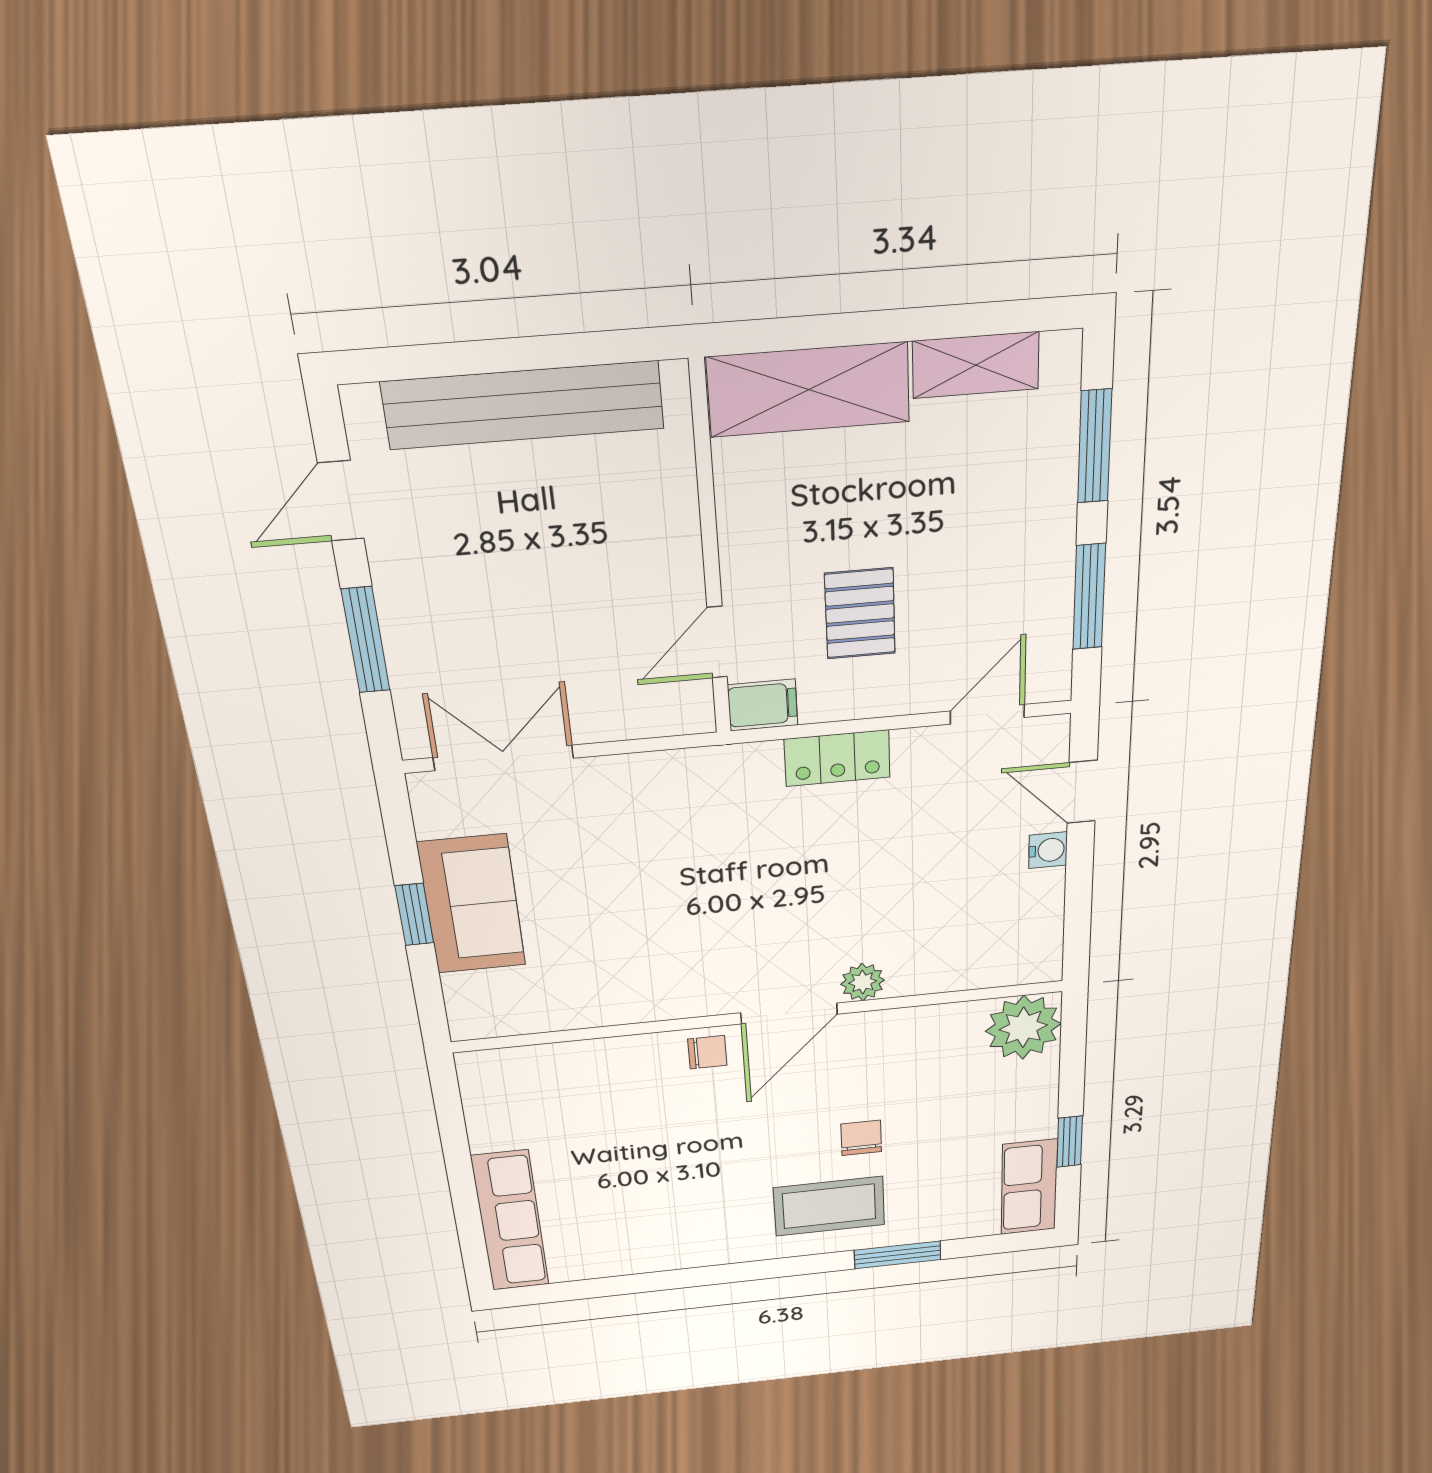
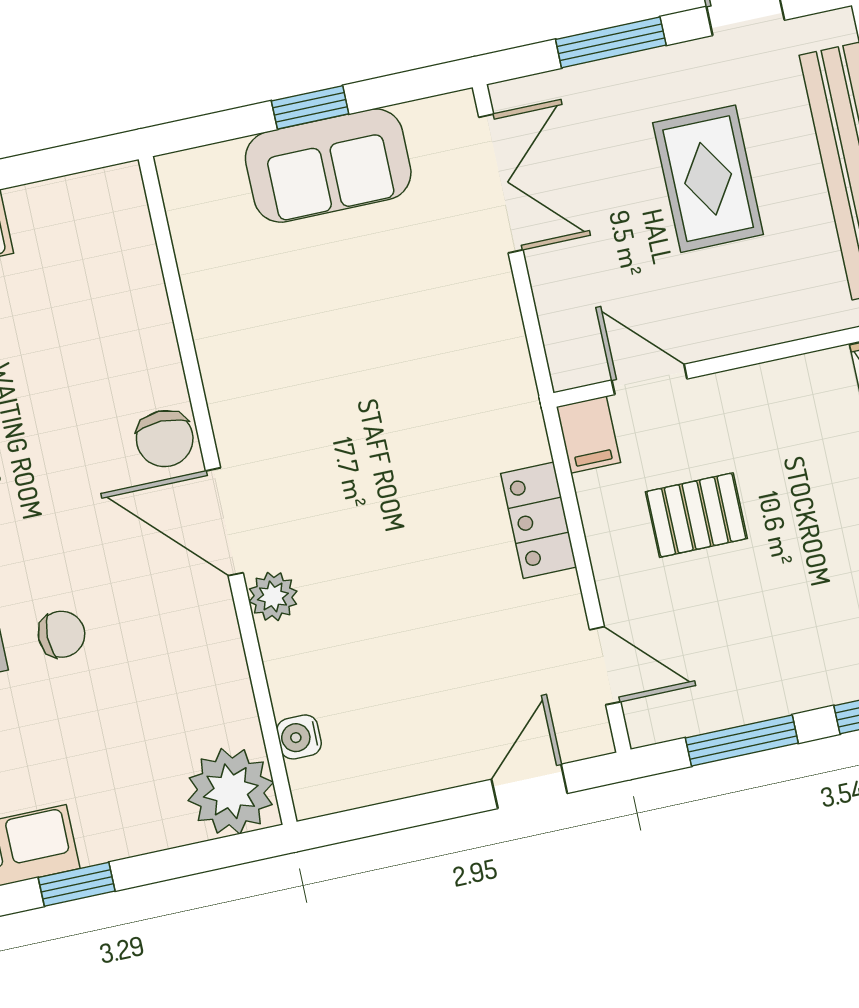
rug: (517, 561) -> (708, 179), added
water cooler: (1048, 850) -> (299, 737), moved, turned 90
chair: (707, 1052) -> (165, 439), width x1.37, depth x1.37

